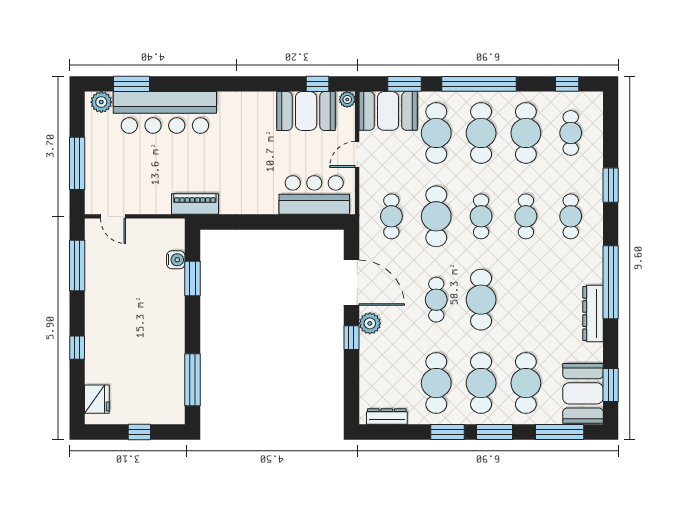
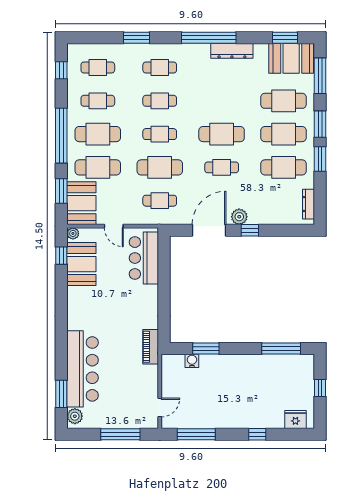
cafe table: (526, 133) -> (98, 101), width x0.73, depth x0.74

